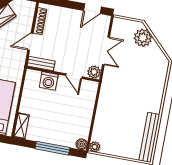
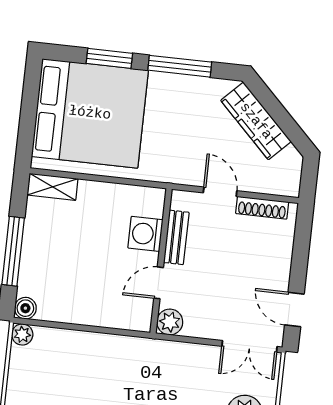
double door: (106, 51) -> (250, 346), moved
bench: (41, 64) -> (176, 237), moved

